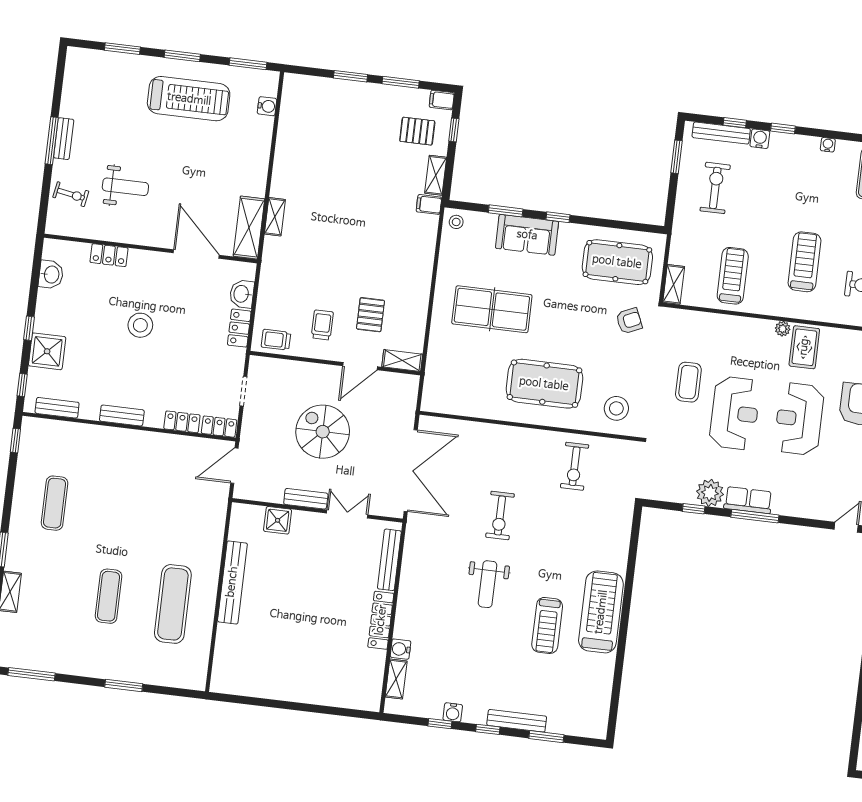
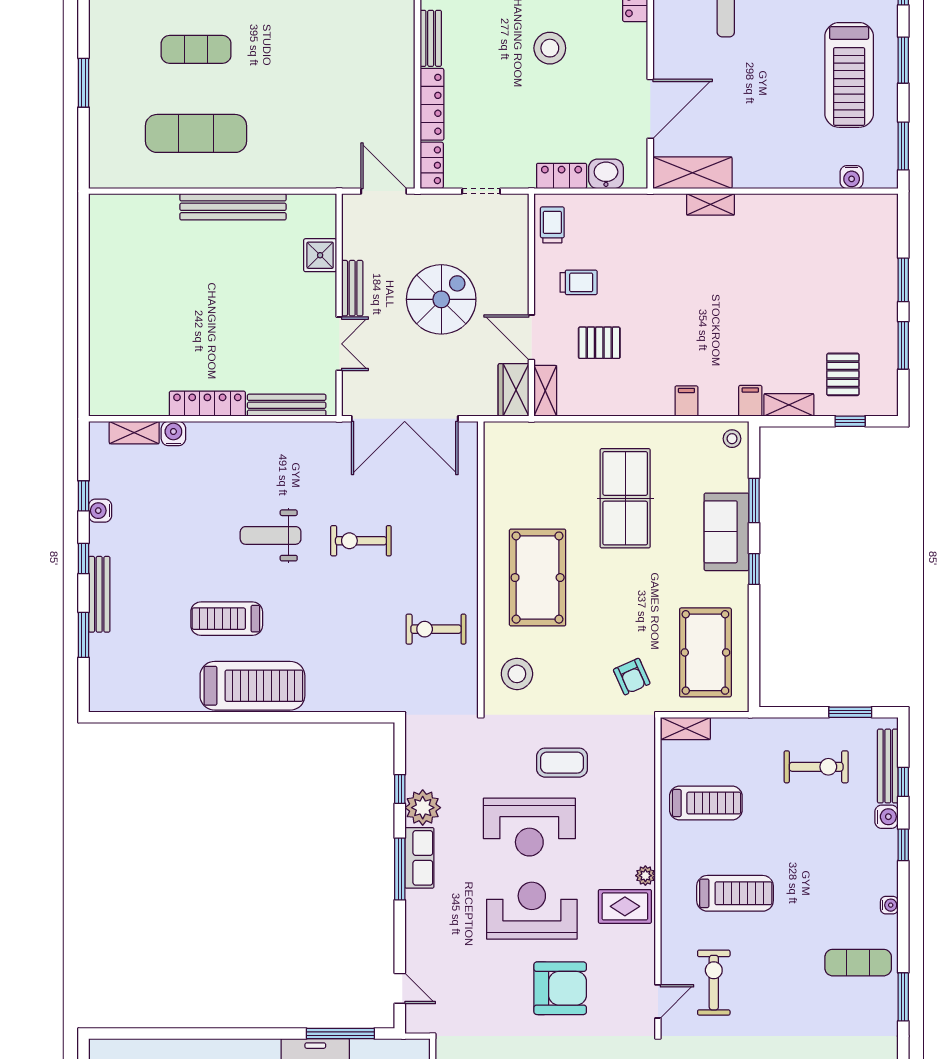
filing cabinet: (442, 100) -> (686, 401), moved
wardrobe: (399, 385) -> (514, 390), added
locker: (182, 422) -> (432, 104), width x1.53

